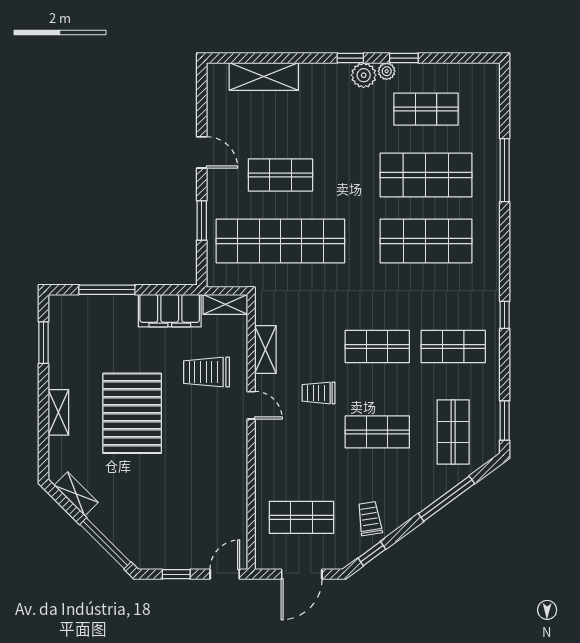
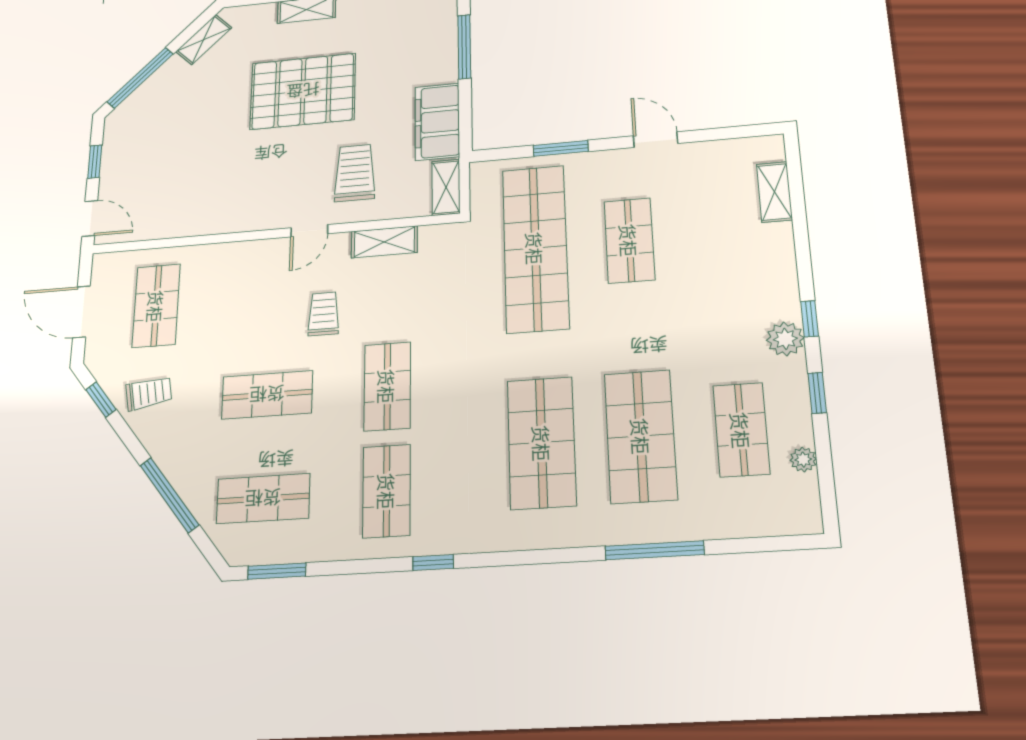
plant: (387, 71) -> (803, 460), moved
shelving: (264, 76) -> (774, 192), width x0.67, depth x0.75
door: (202, 152) -> (656, 140), swing flipped
shop shelf: (377, 432) -> (267, 395), turned 90

